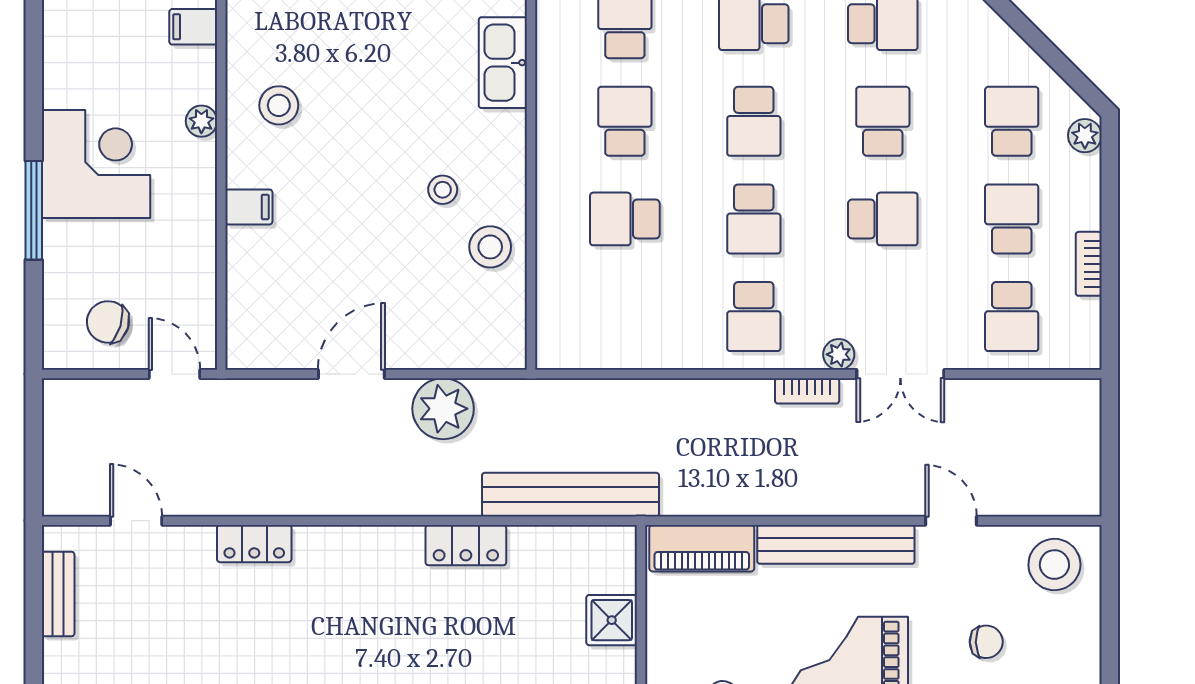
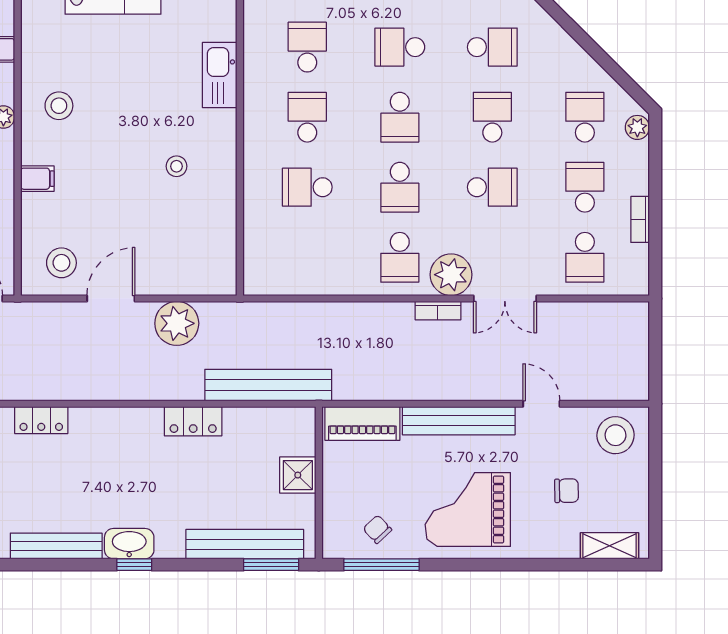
stool: (490, 247) -> (61, 263), moved
plant: (839, 354) -> (451, 275), width x1.87, depth x1.87

